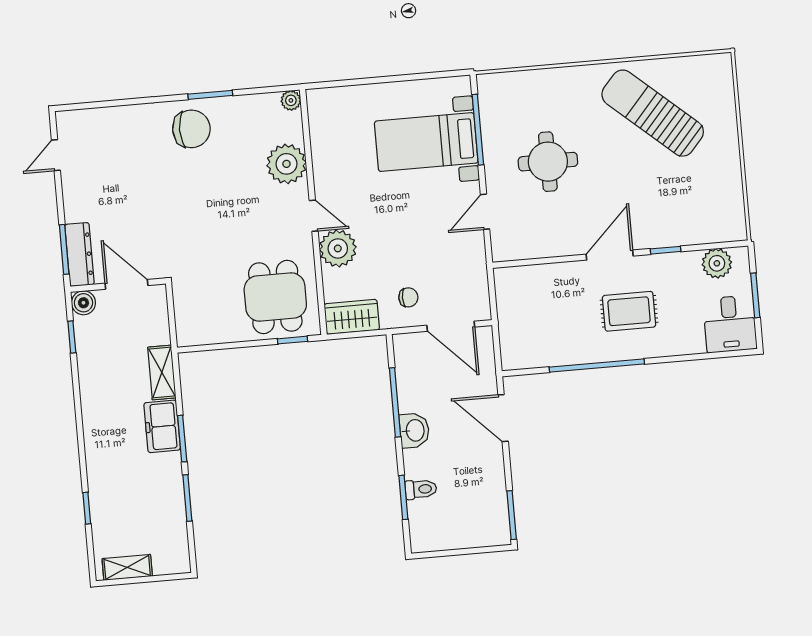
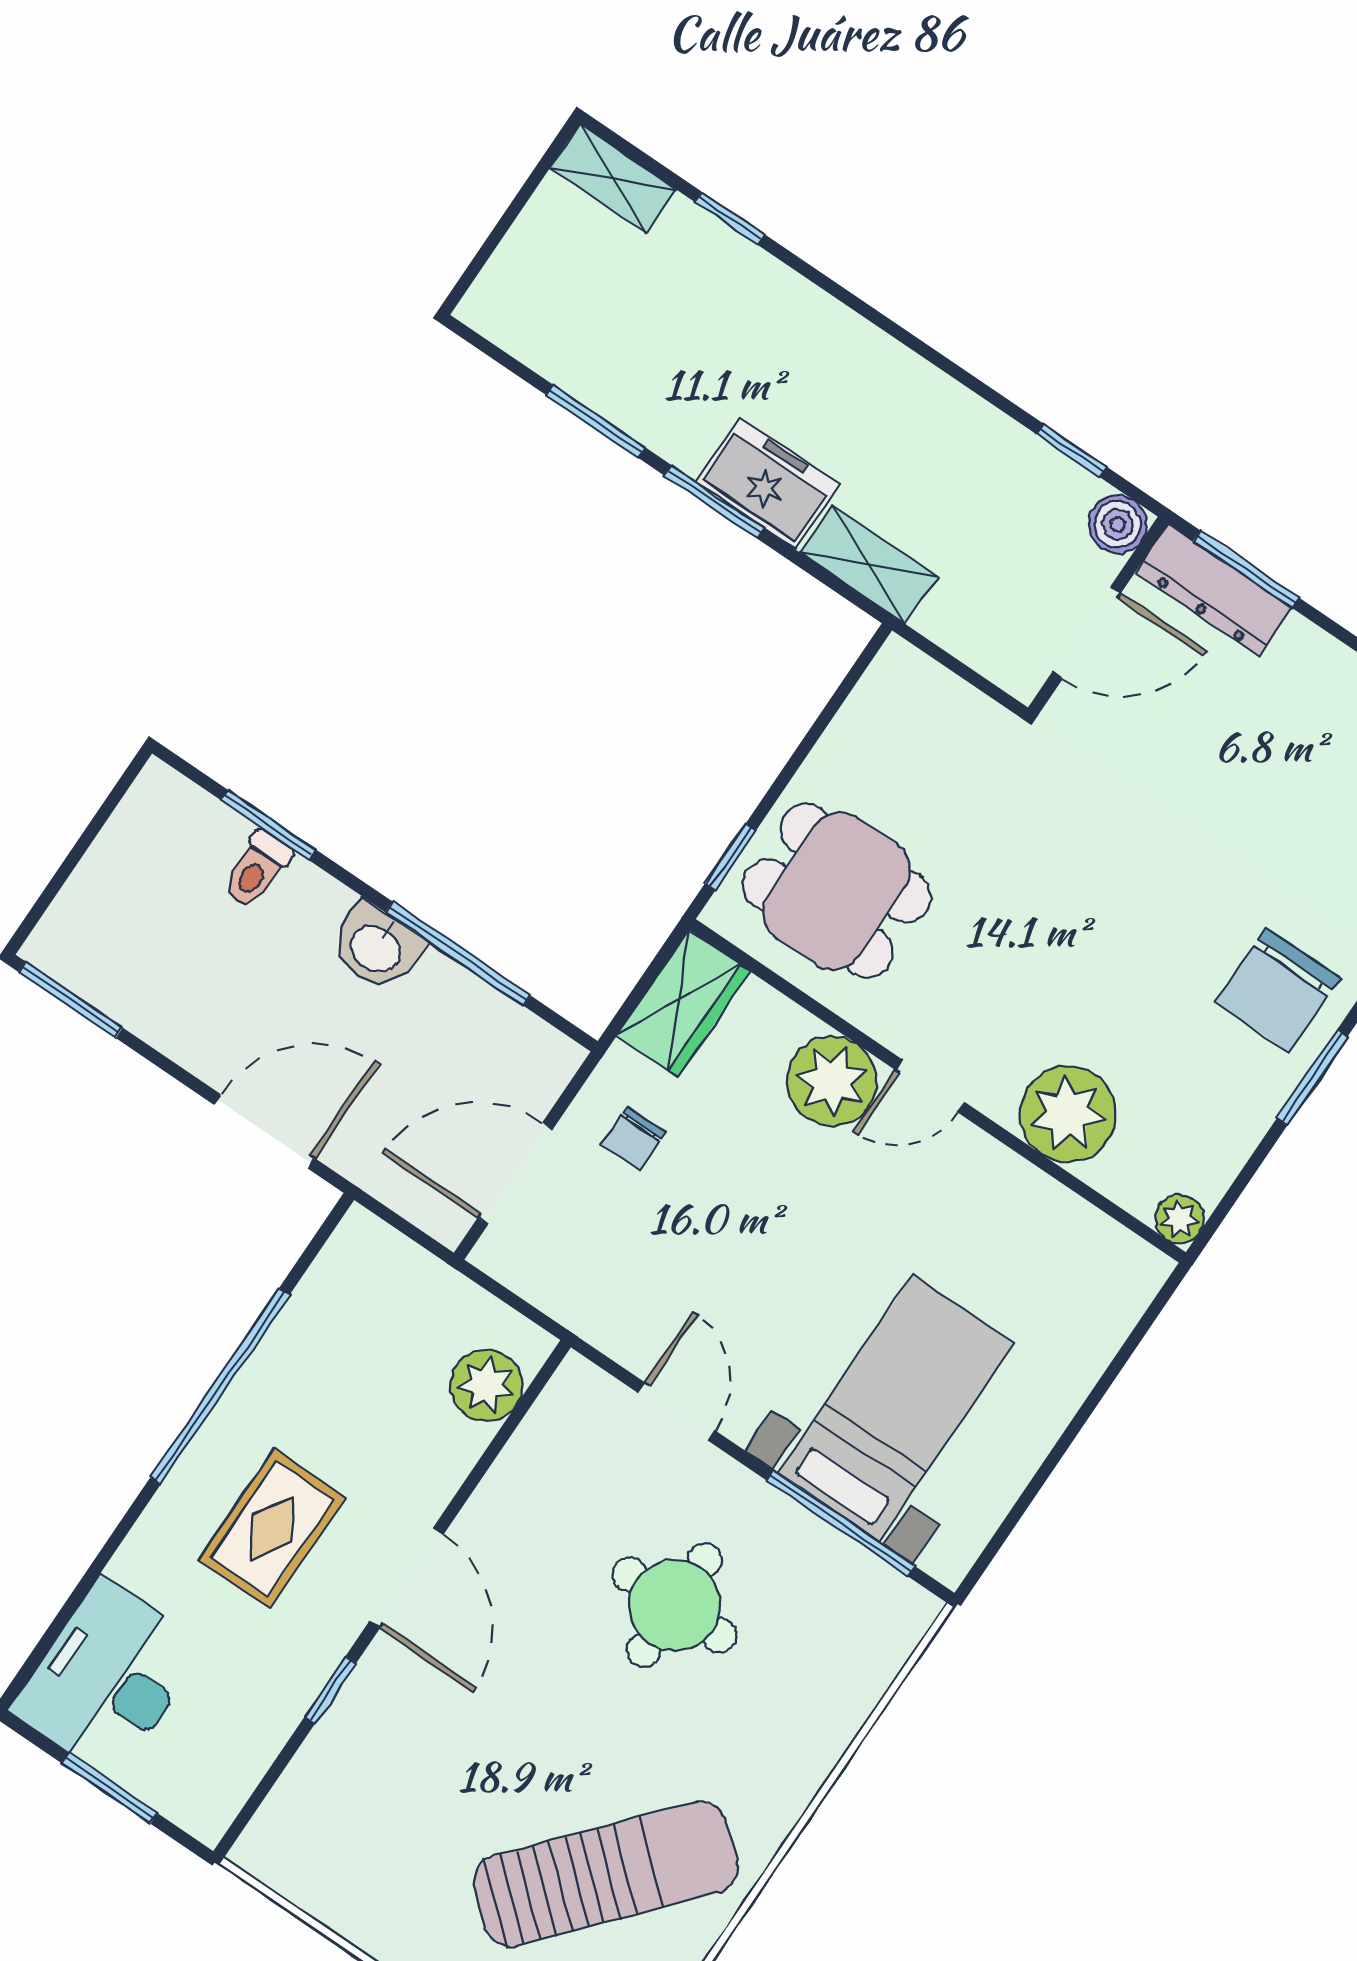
plant: (717, 263) -> (486, 1385), moved
desk: (730, 324) -> (108, 1679), width x1.37
shelving: (127, 567) -> (614, 179), moved, turned 90

